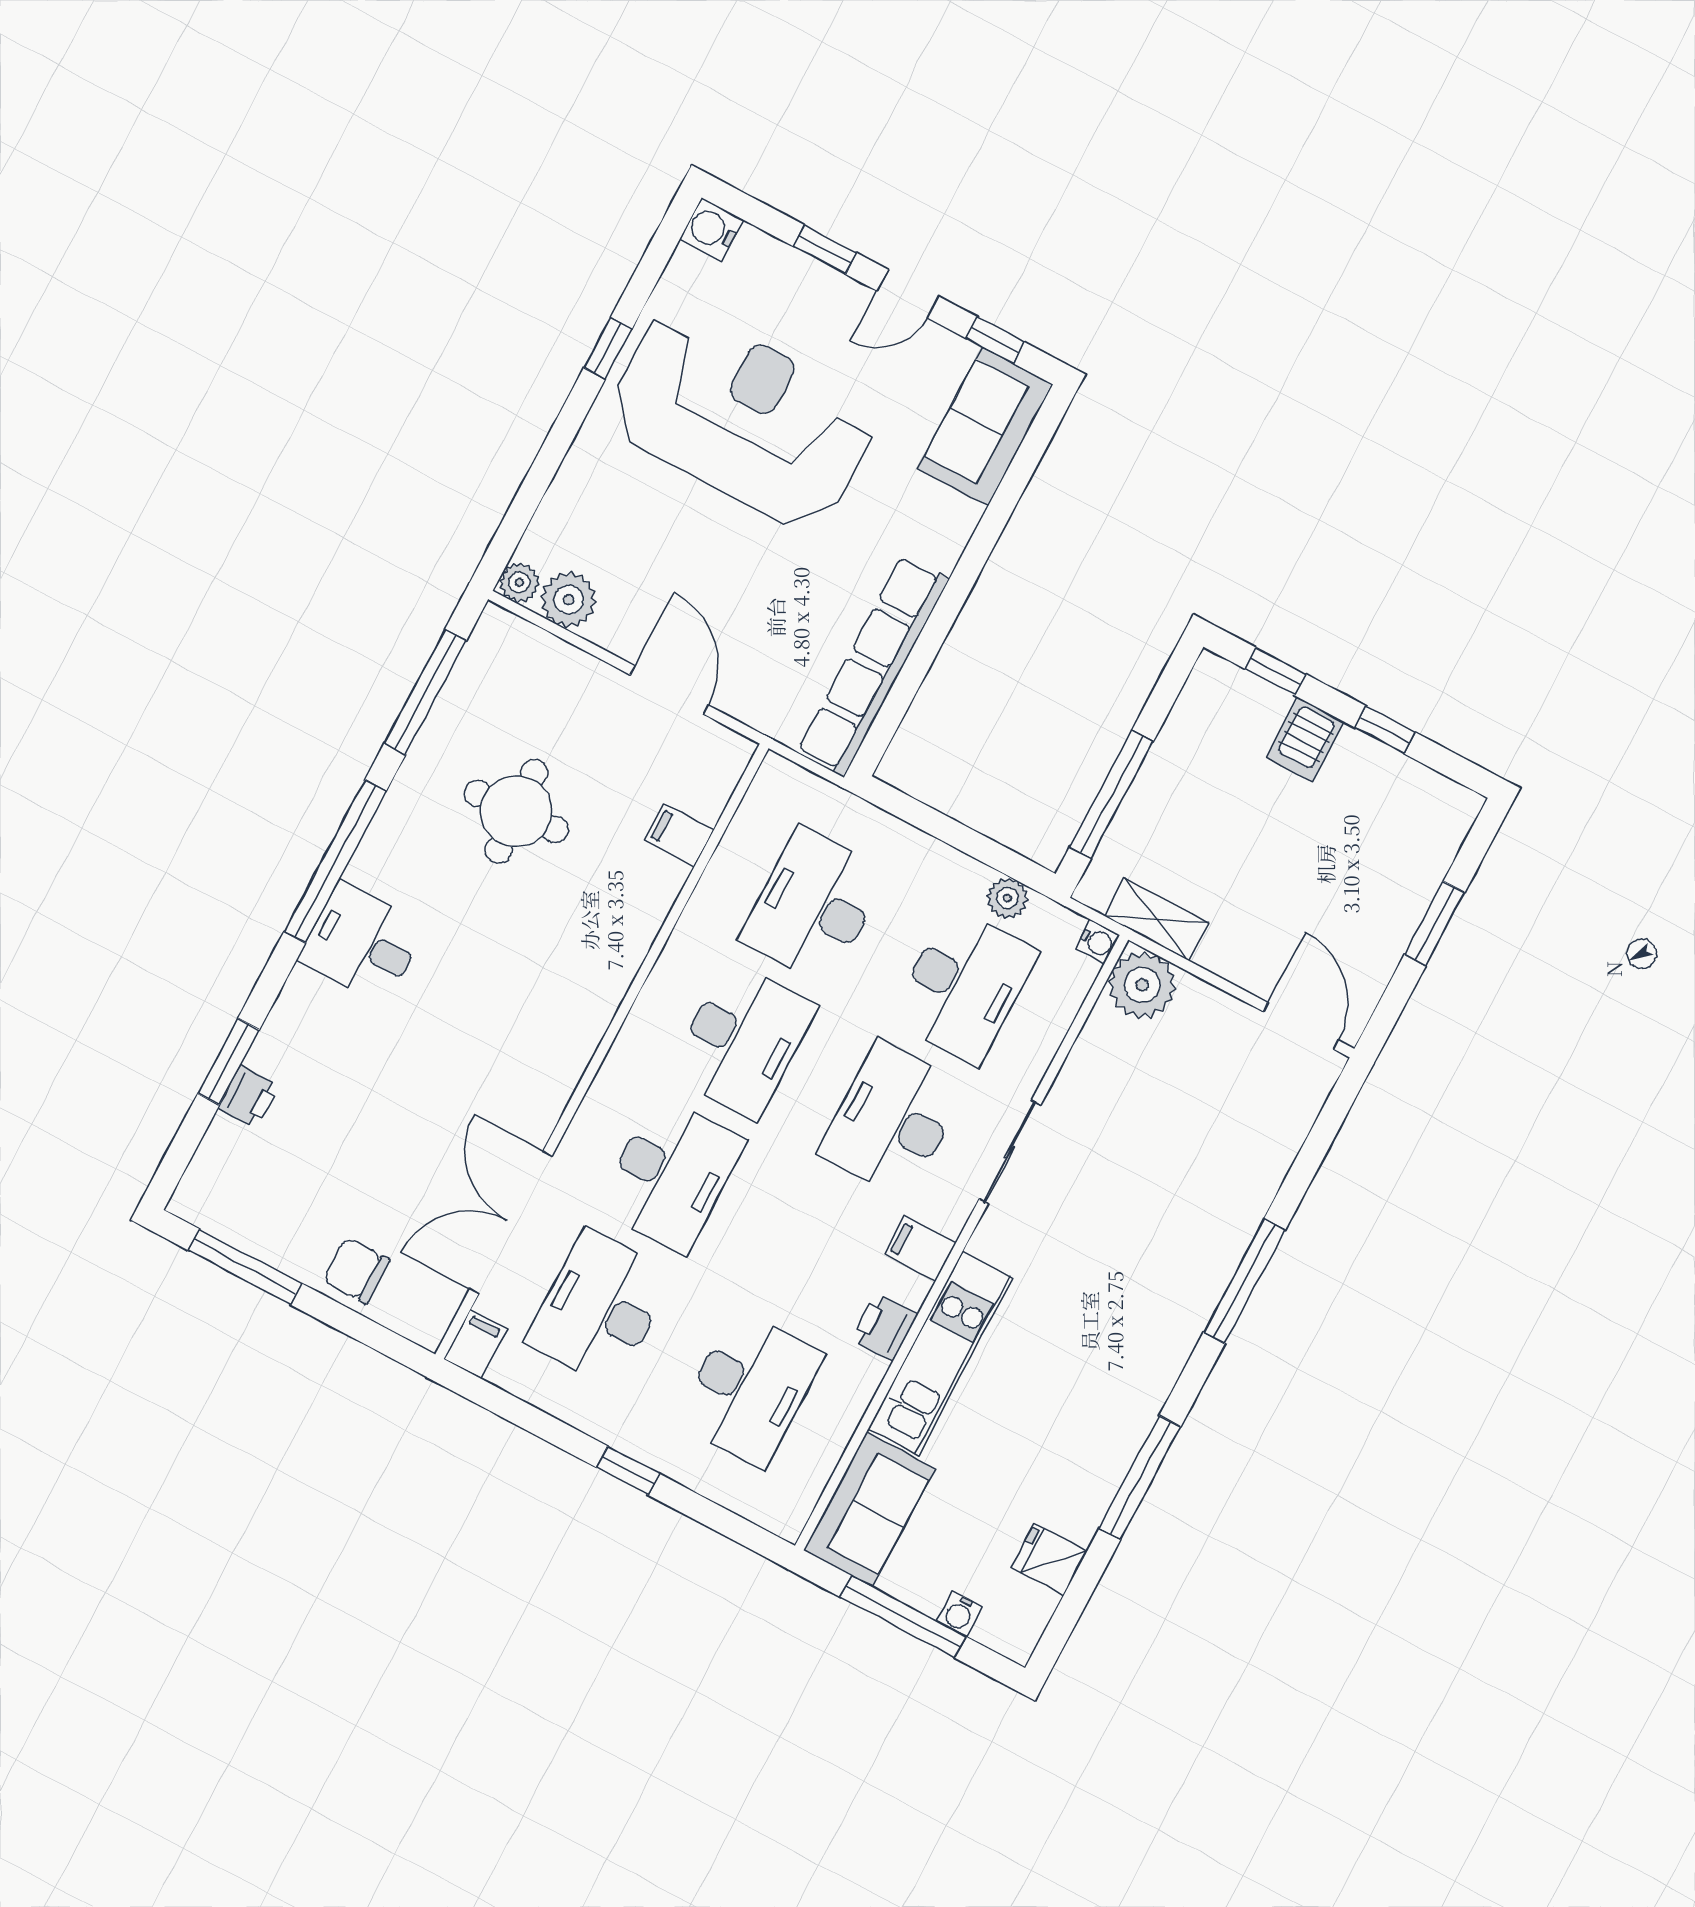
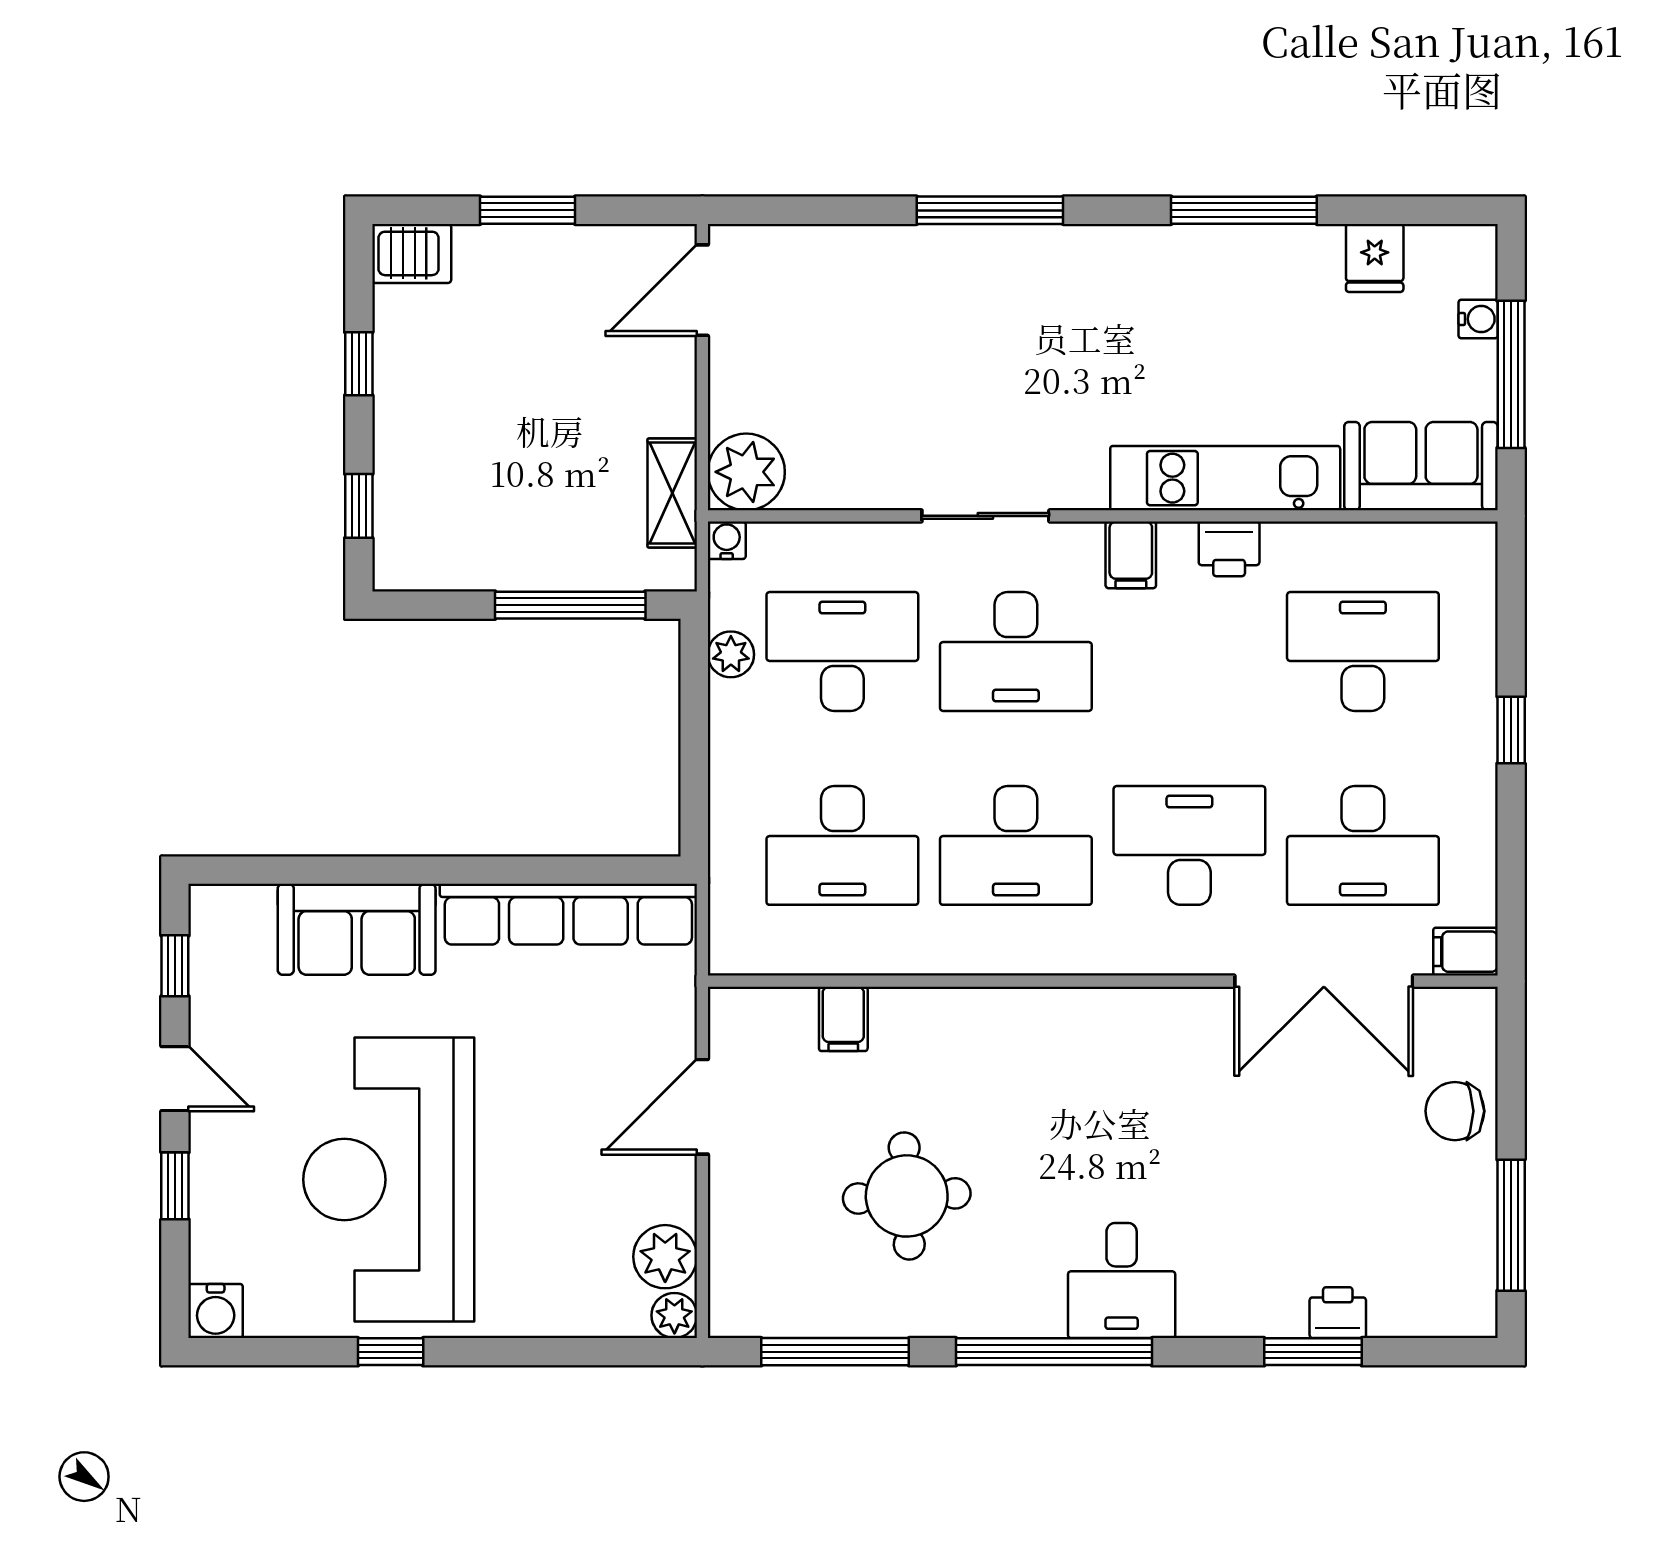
sofa: (985, 426) -> (357, 929), moved
server rack: (1305, 740) -> (412, 253), moved
desk: (742, 1040) -> (1016, 845), turned 180
chair: (356, 1270) -> (1455, 1111), turned 90

